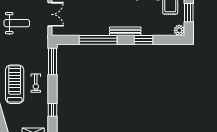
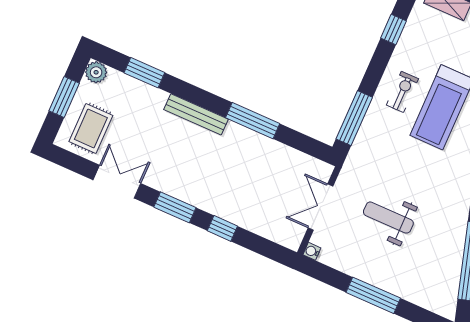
window: (98, 40) -> (253, 121), width x0.68
window: (143, 40) -> (144, 73), moved

